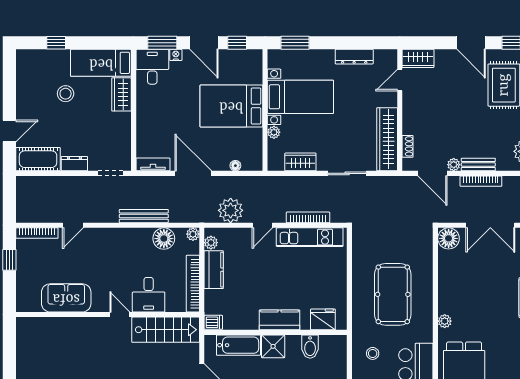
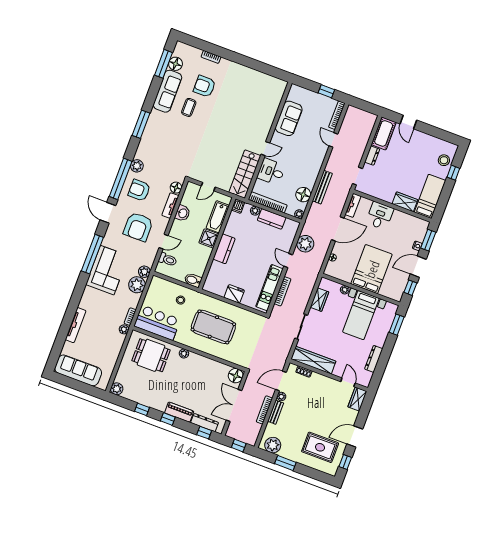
desk: (152, 67) -> (380, 216), moved, turned -90
stool: (66, 94) -> (444, 160), moved
plant: (211, 243) -> (255, 211), moved
fridge: (323, 319) -> (234, 294), moved, turned -90
bidet: (310, 347) -> (193, 280), moved

